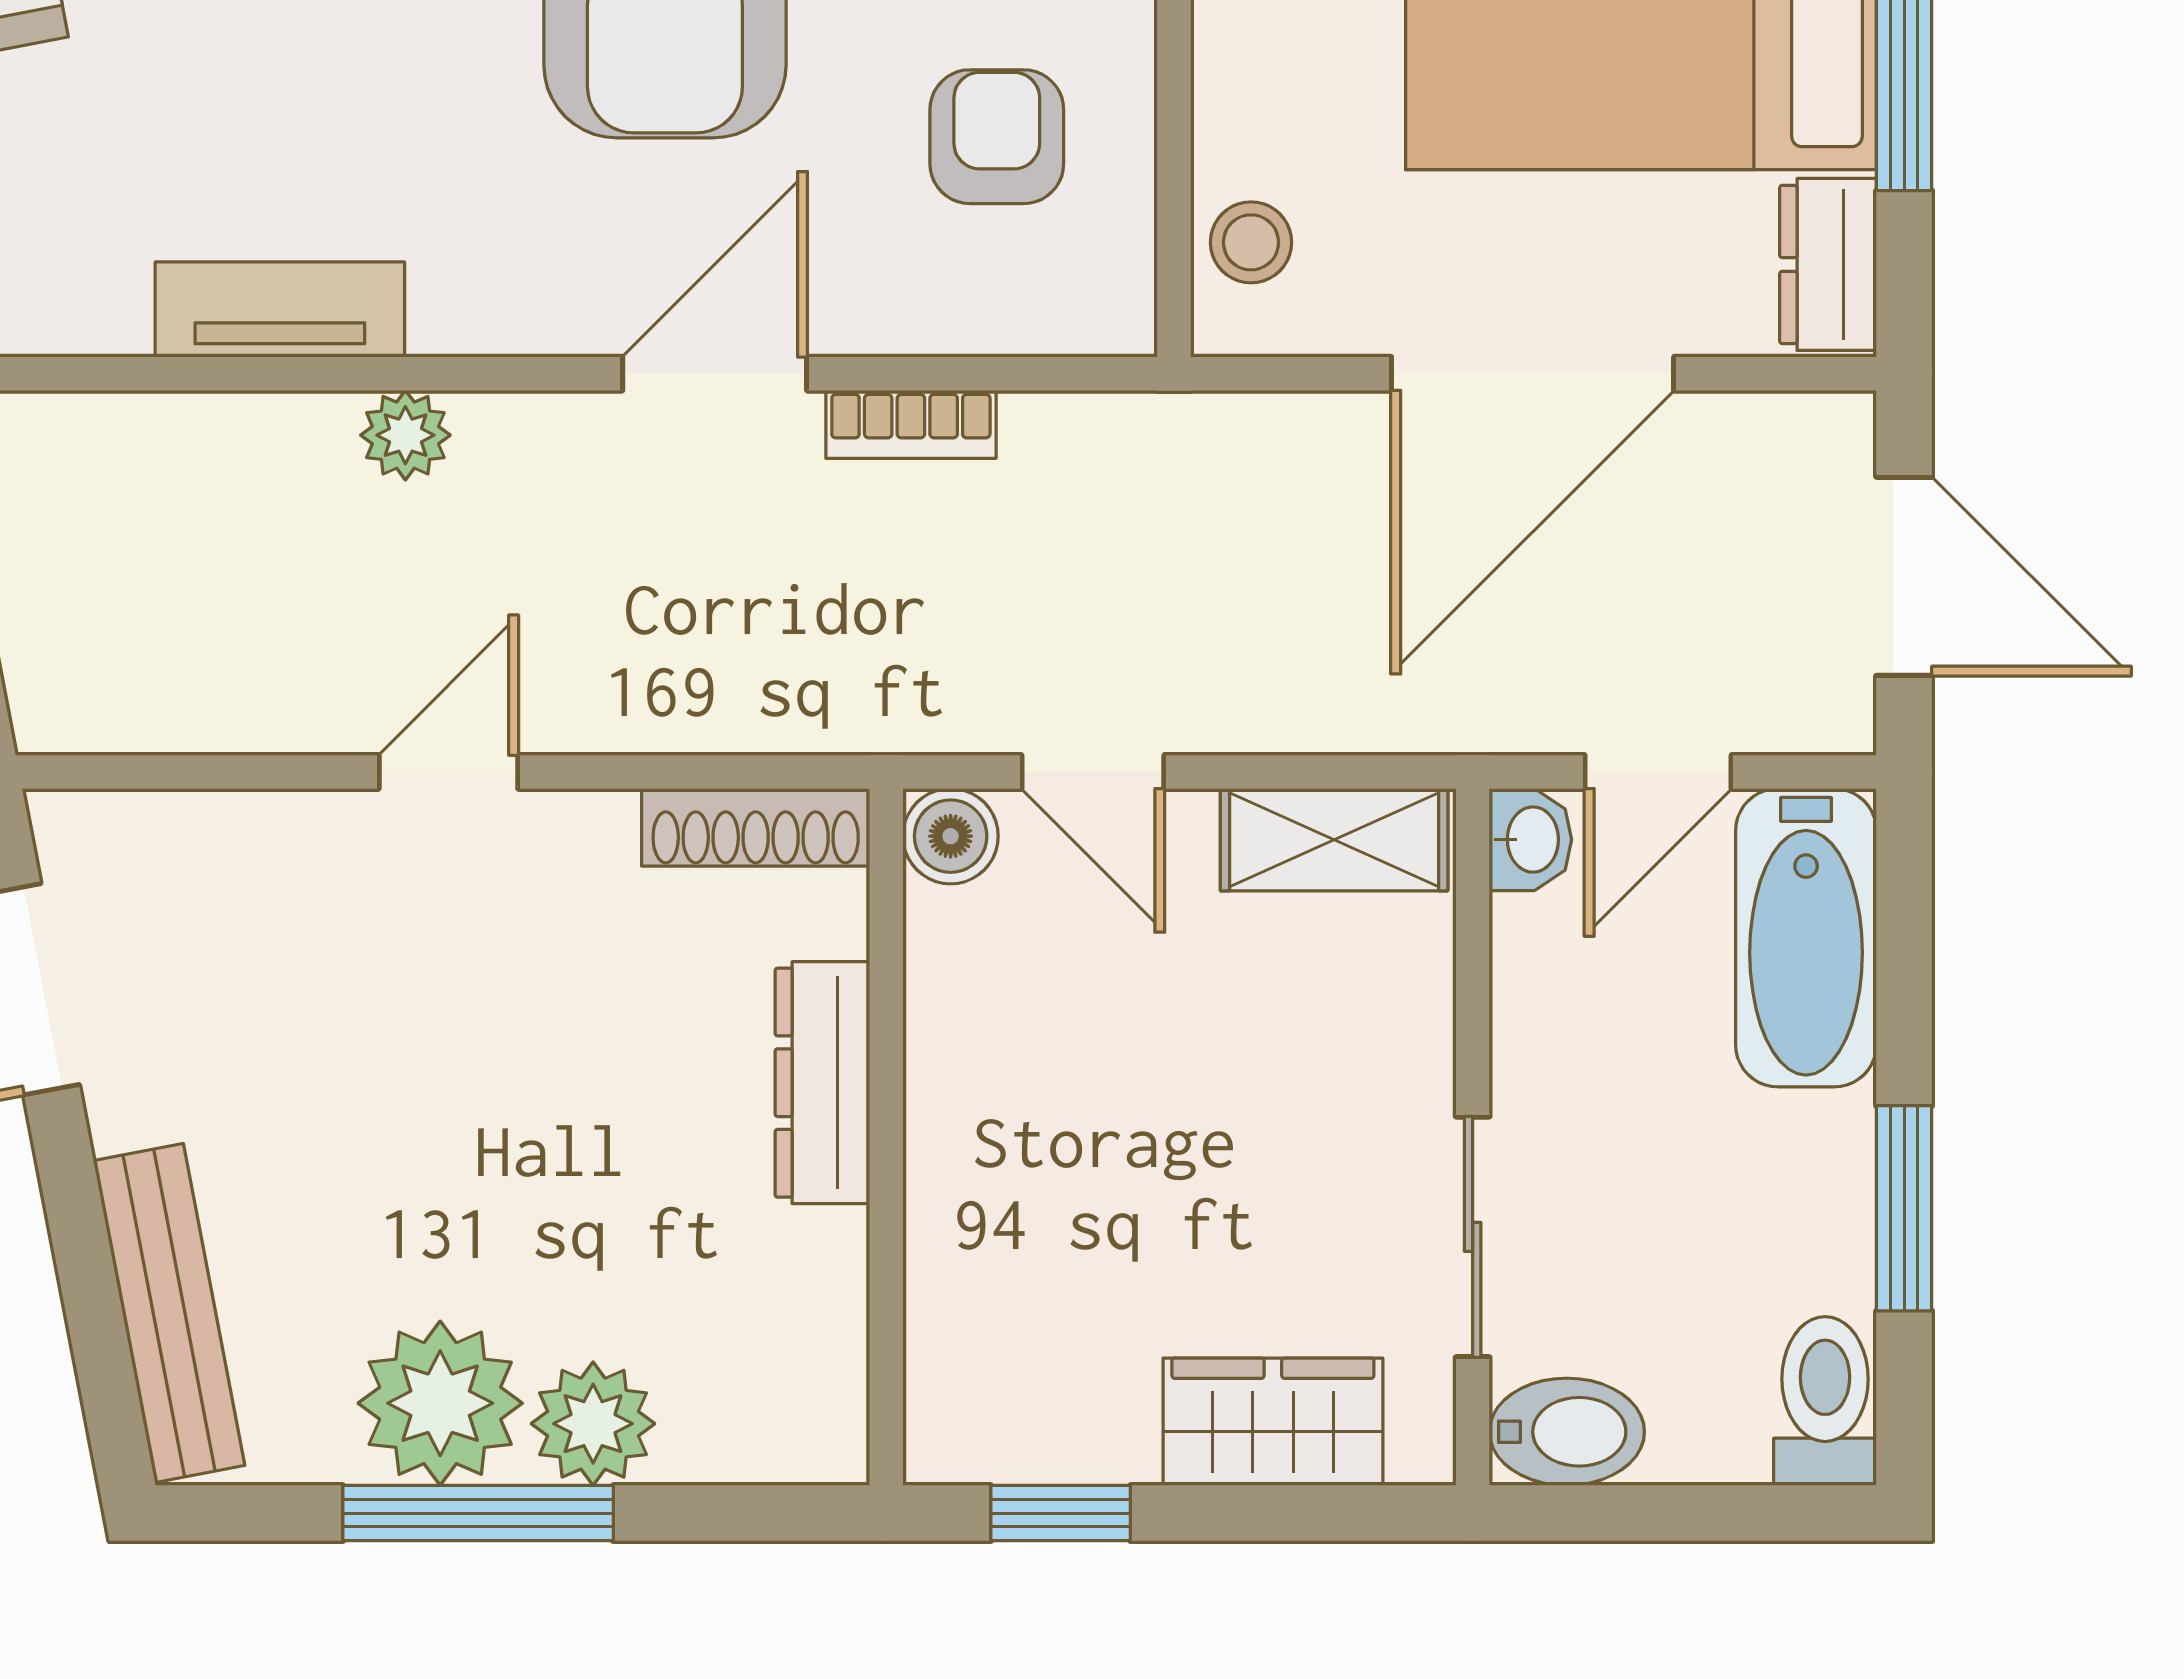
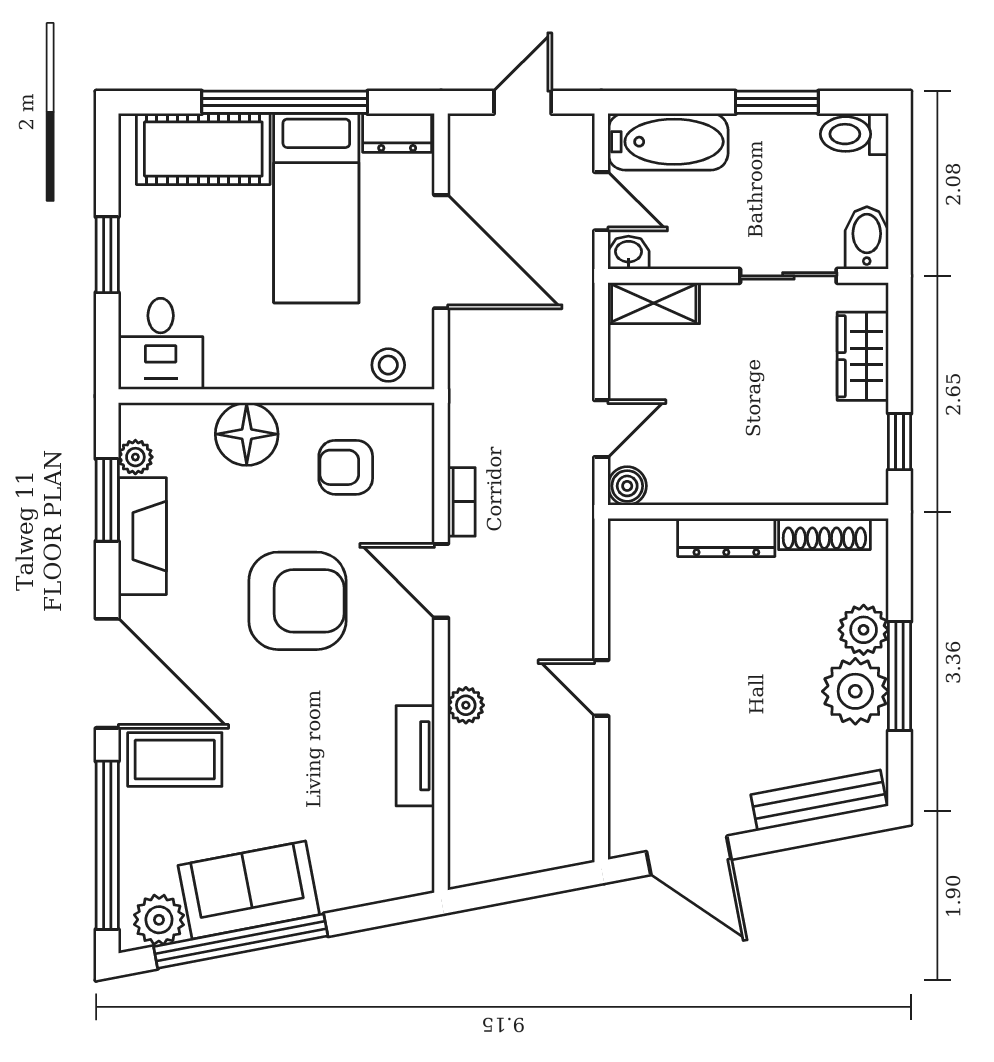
door: (1904, 576) -> (523, 102), width x0.73
shoe rack: (756, 827) -> (824, 534), moved, turned 90
shelving: (1334, 840) -> (654, 303), moved, turned 90

